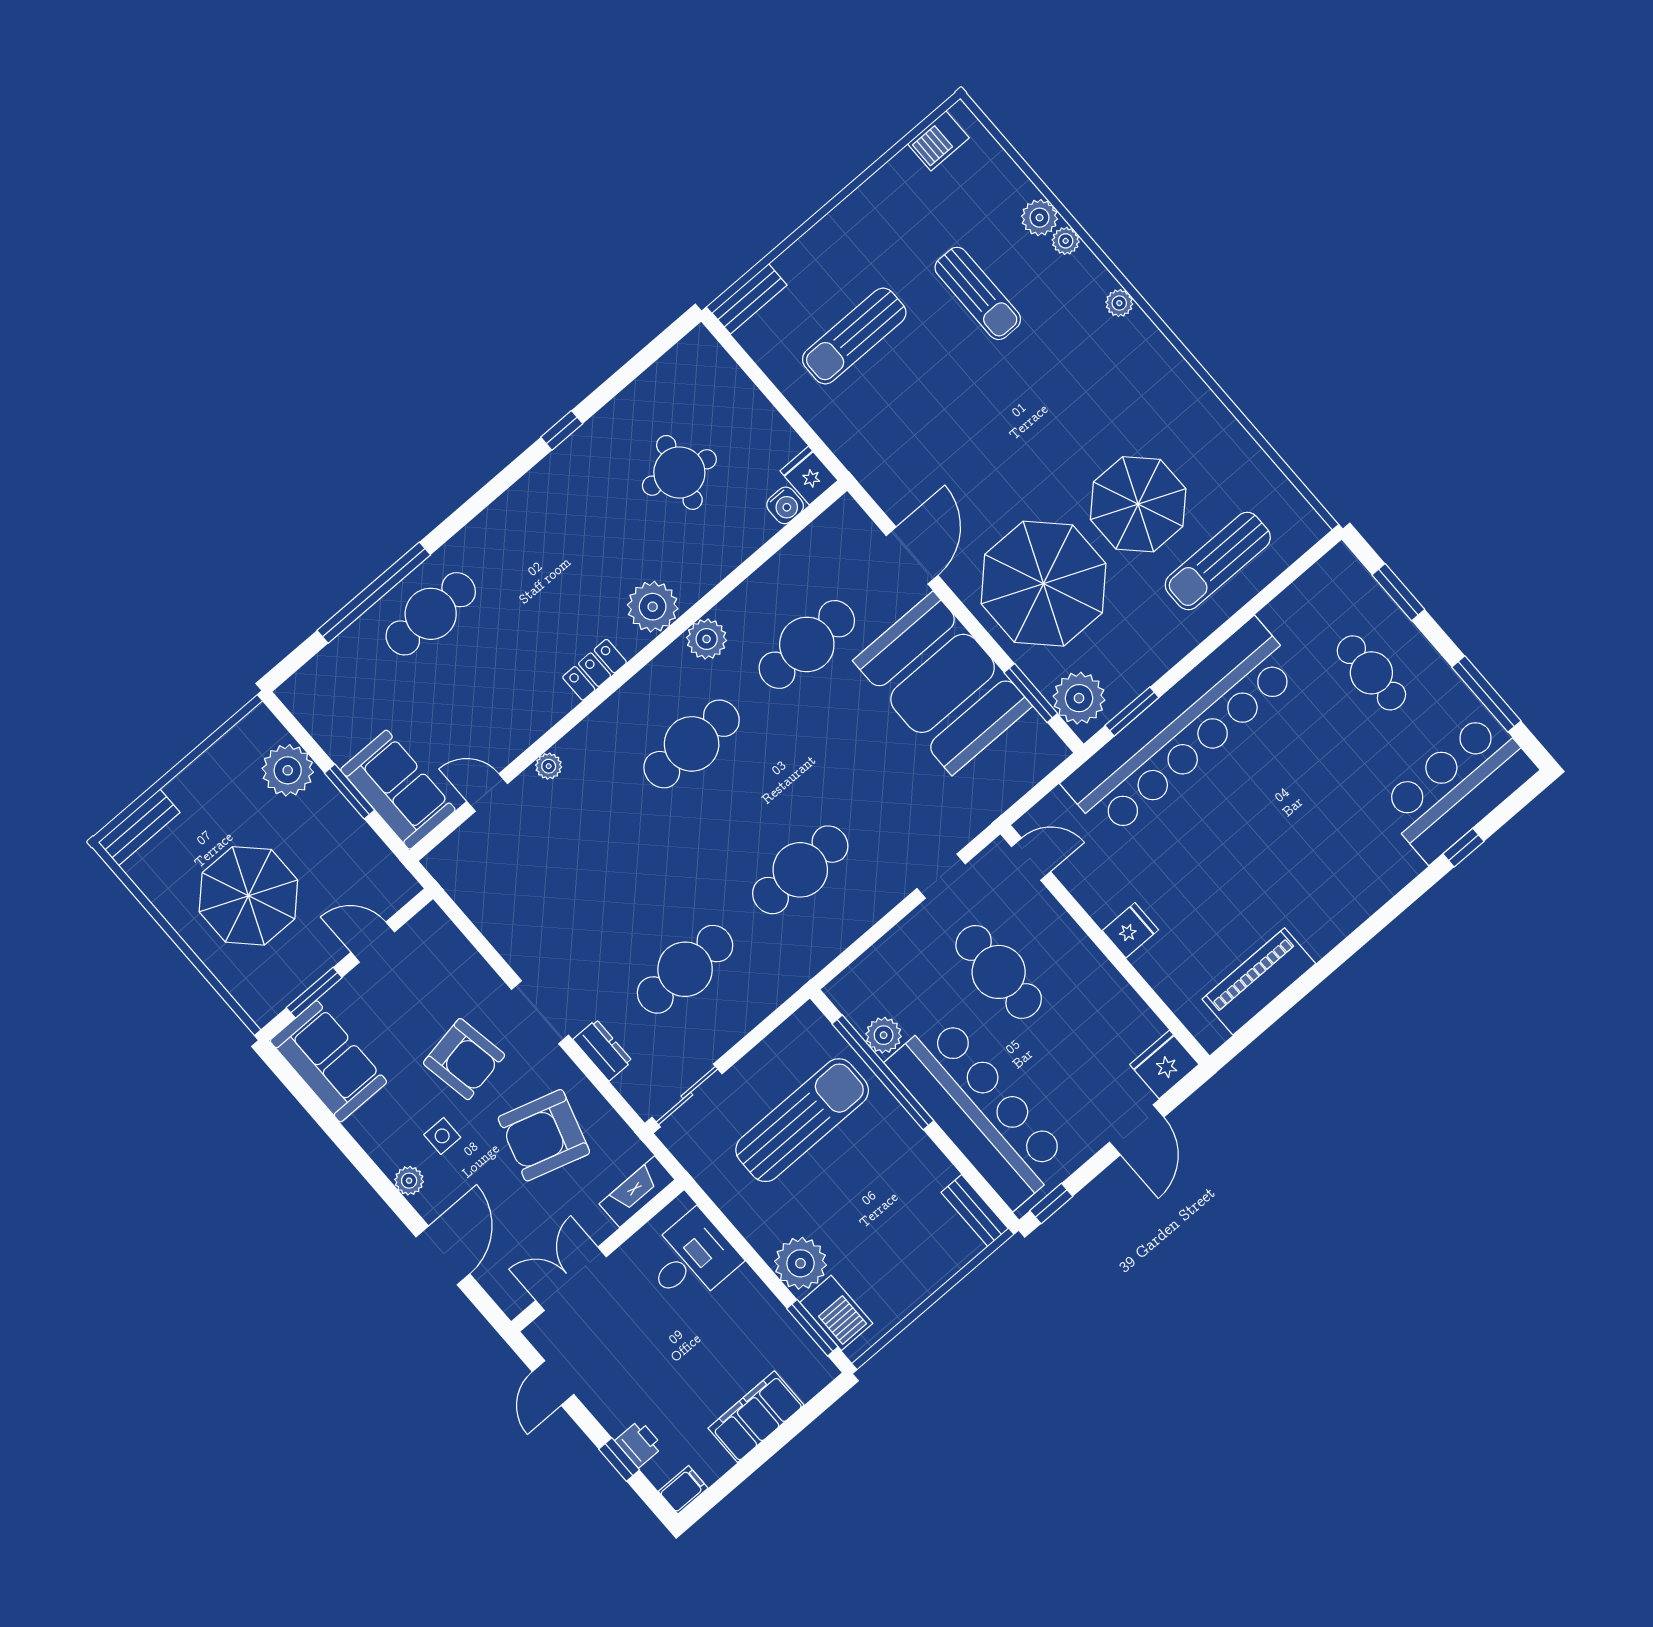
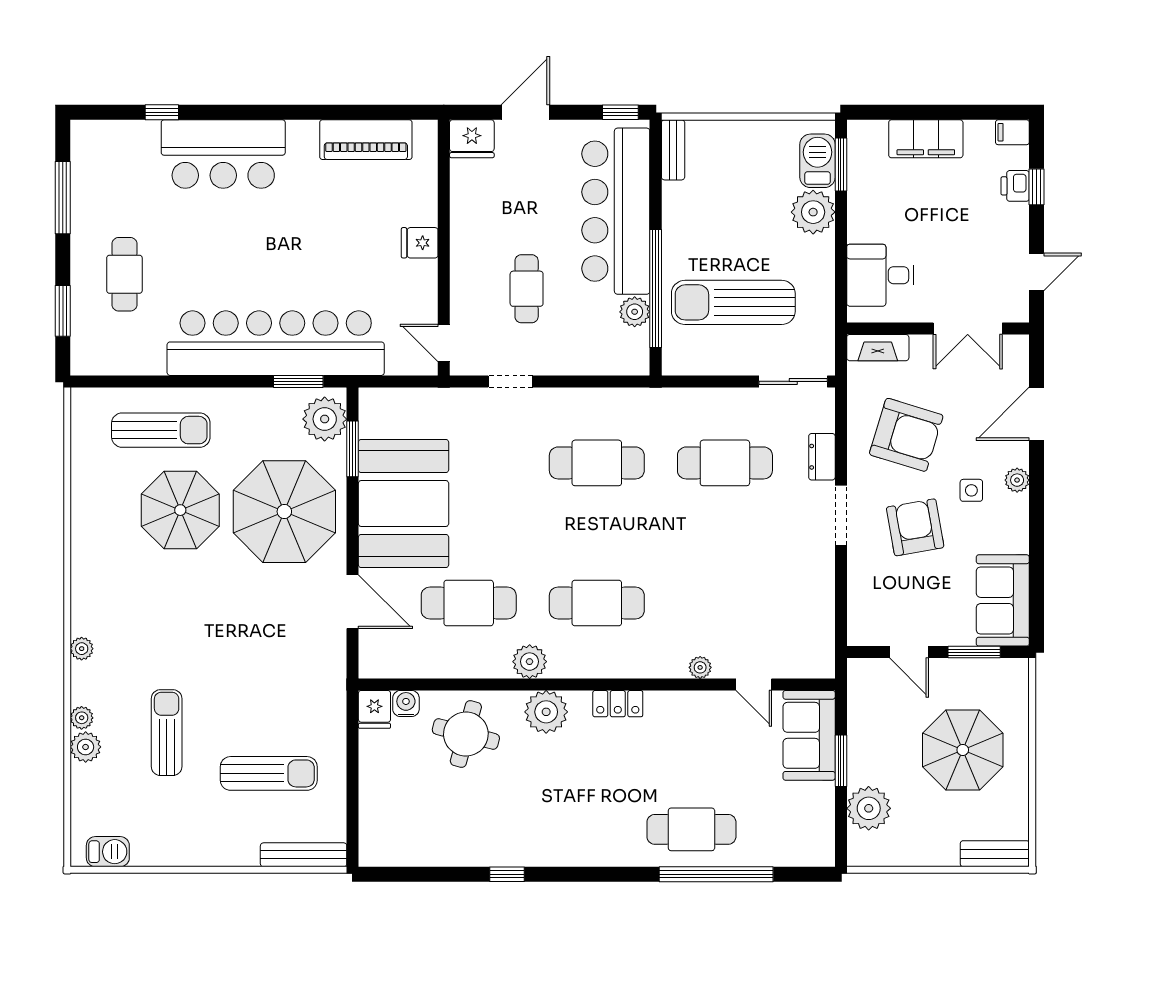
bench: (749, 299) -> (304, 855), width x1.36
round table: (679, 472) -> (466, 734), moved
door: (912, 555) -> (353, 602), swing flipped
bar counter: (1458, 787) -> (223, 154), moved
cafe table: (999, 972) -> (527, 289), width x0.73, depth x0.74

